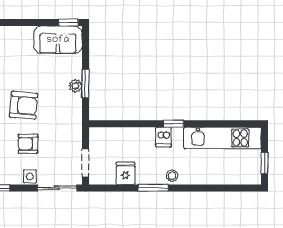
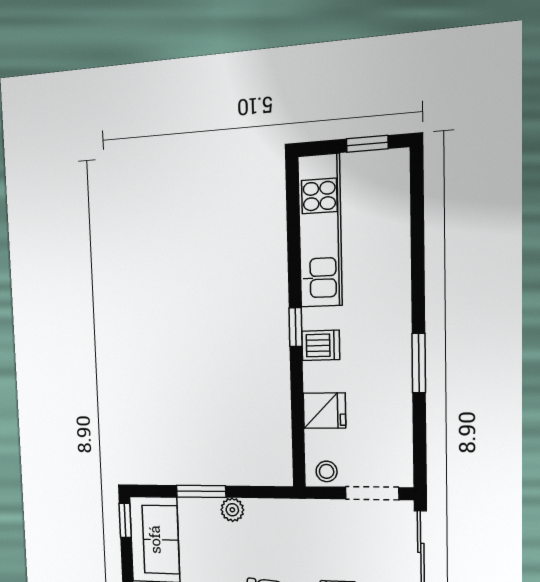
window: (85, 84) -> (201, 491), moved
fridge: (126, 173) -> (324, 411), moved, turned 180
stool: (172, 176) -> (327, 471), moved

